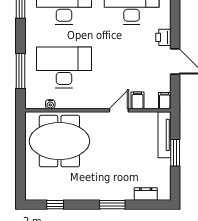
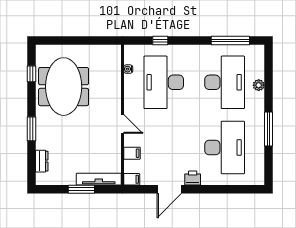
desk: (64, 67) -> (164, 82), turned 180
window: (20, 71) -> (160, 40), width x0.46
door: (119, 110) -> (122, 124), moved
meeting table: (59, 141) -> (64, 87), moved

